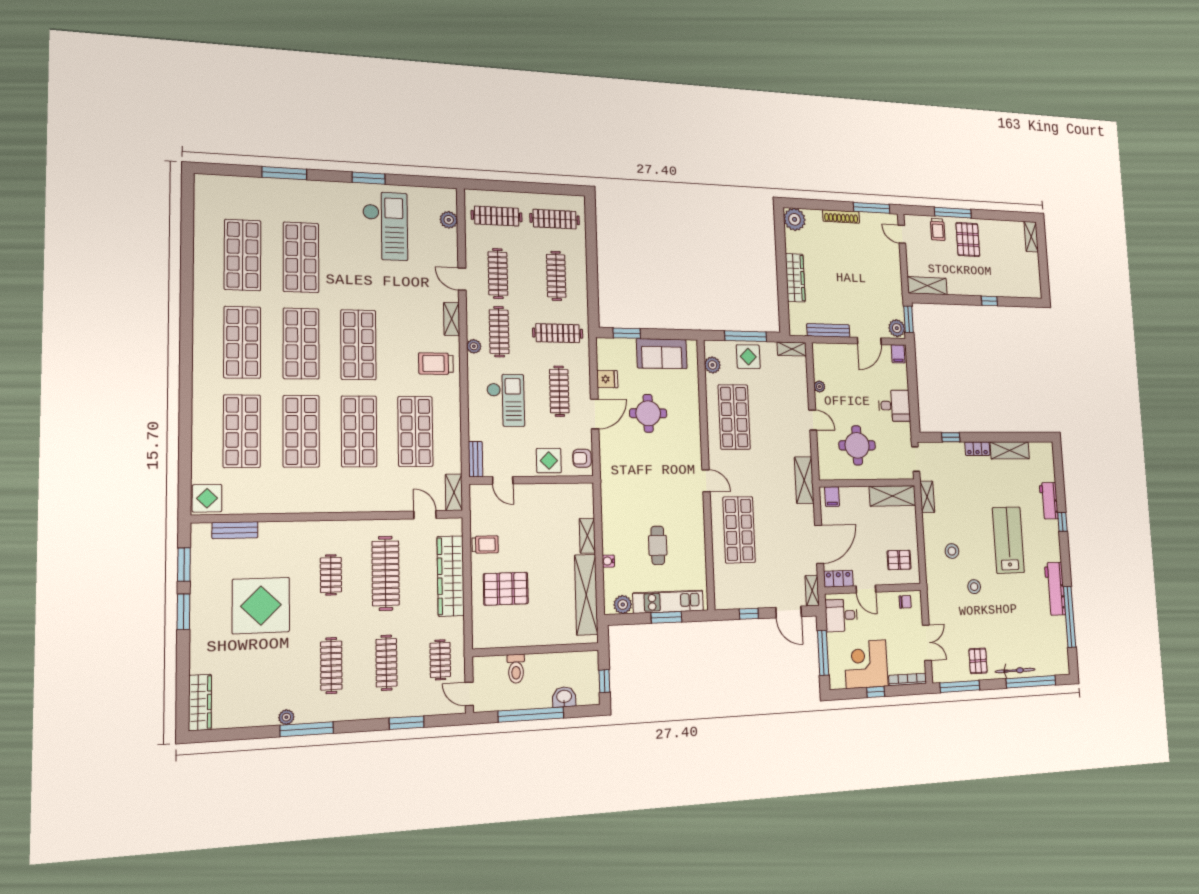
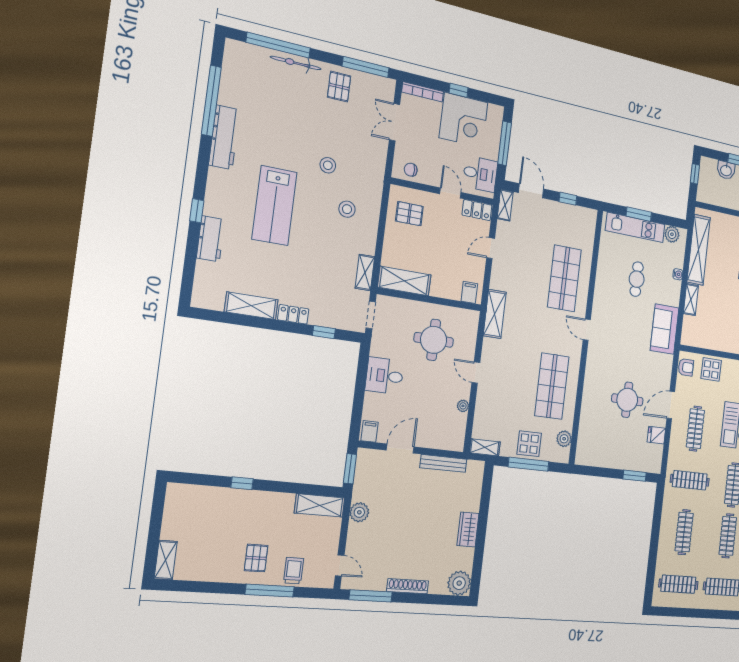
pallet: (968, 240) -> (256, 558), width x0.67, depth x0.71
wardrobe: (795, 278) -> (468, 529), width x0.67
plant: (897, 328) -> (359, 512), moved
sofa: (662, 354) -> (665, 329), moved, turned -90
door: (819, 544) -> (491, 248), width x0.53

